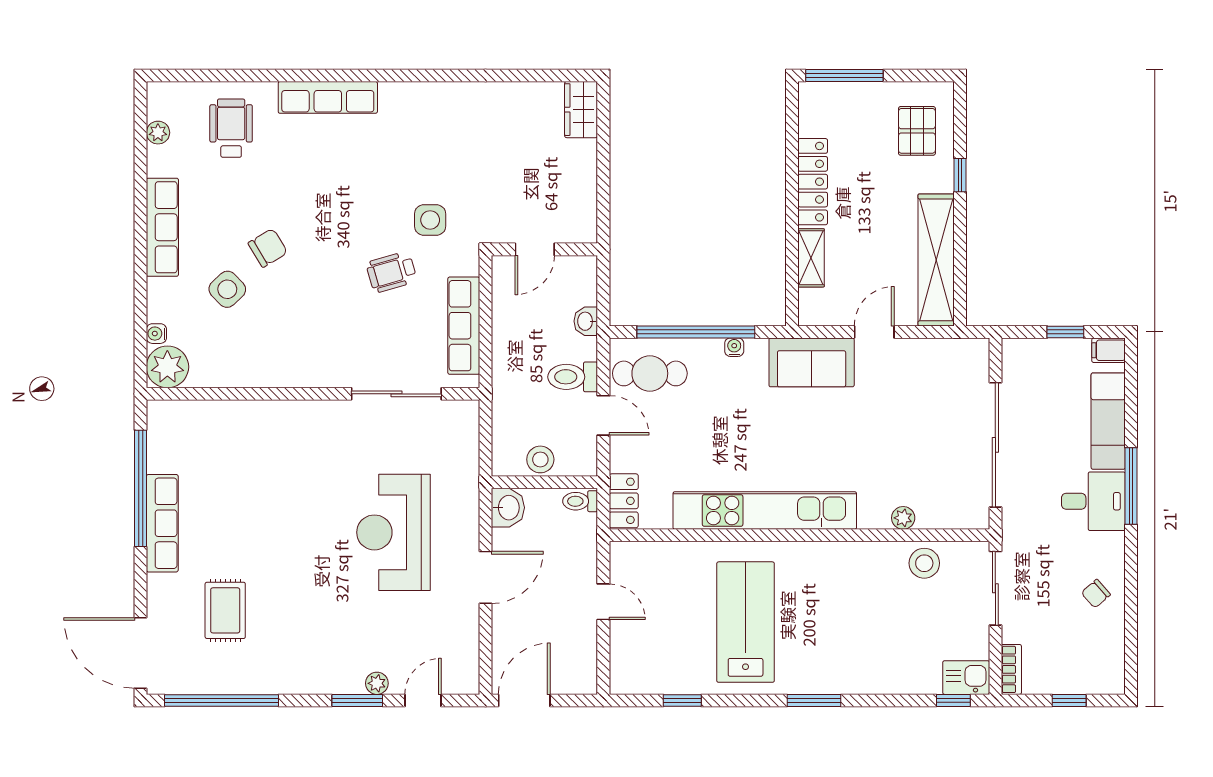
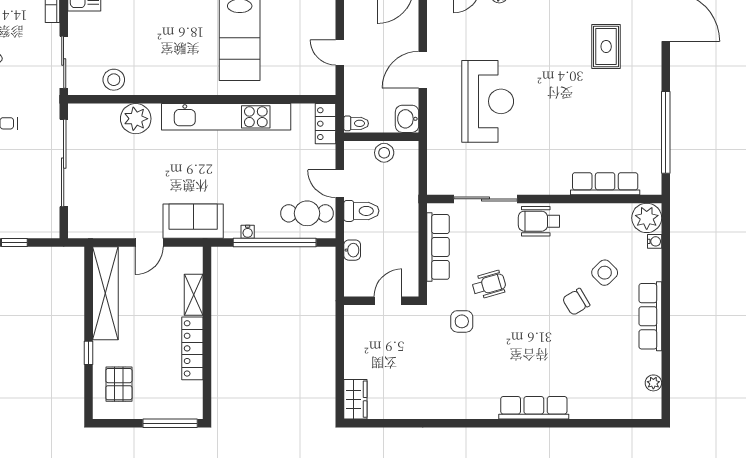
wheelchair: (231, 128) -> (539, 221), moved, turned 90
plant: (903, 518) -> (136, 119), width x1.88, depth x1.88
row of seats: (162, 523) -> (605, 184), moved, turned 90

